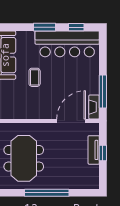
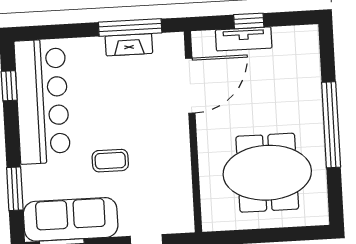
window: (44, 27) -> (15, 189), moved
fireplace: (94, 107) -> (129, 45), moved
door: (71, 121) -> (190, 86), swing flipped

